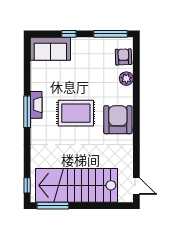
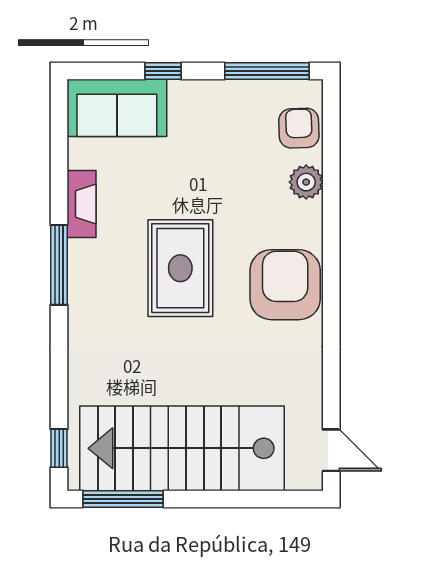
fireplace: (36, 105) -> (81, 204), moved
rug: (76, 113) -> (180, 268), turned 90

